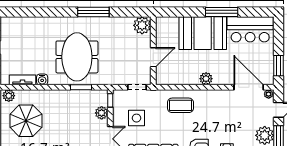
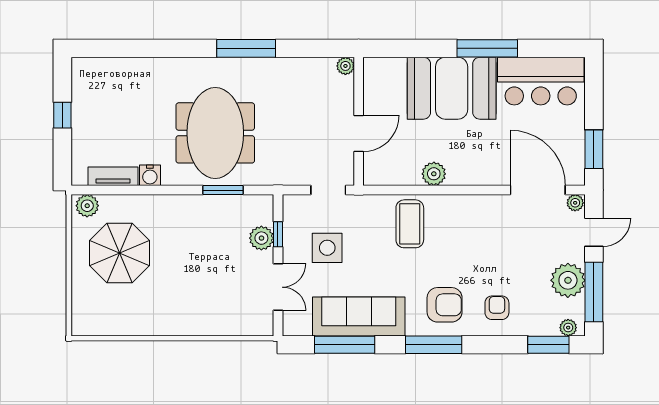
plant: (142, 25) -> (345, 66), width x0.53, depth x0.53
plant: (206, 79) -> (434, 174), moved
window: (110, 100) -> (278, 234), moved
coffee table: (180, 105) -> (410, 224), turned 90

